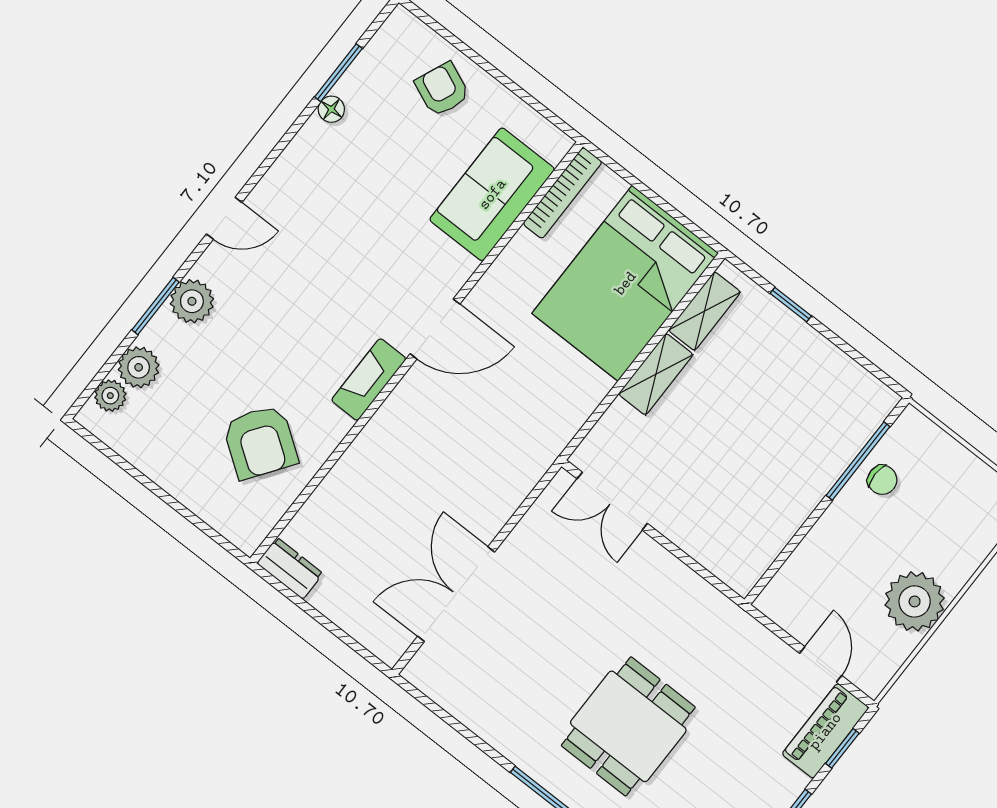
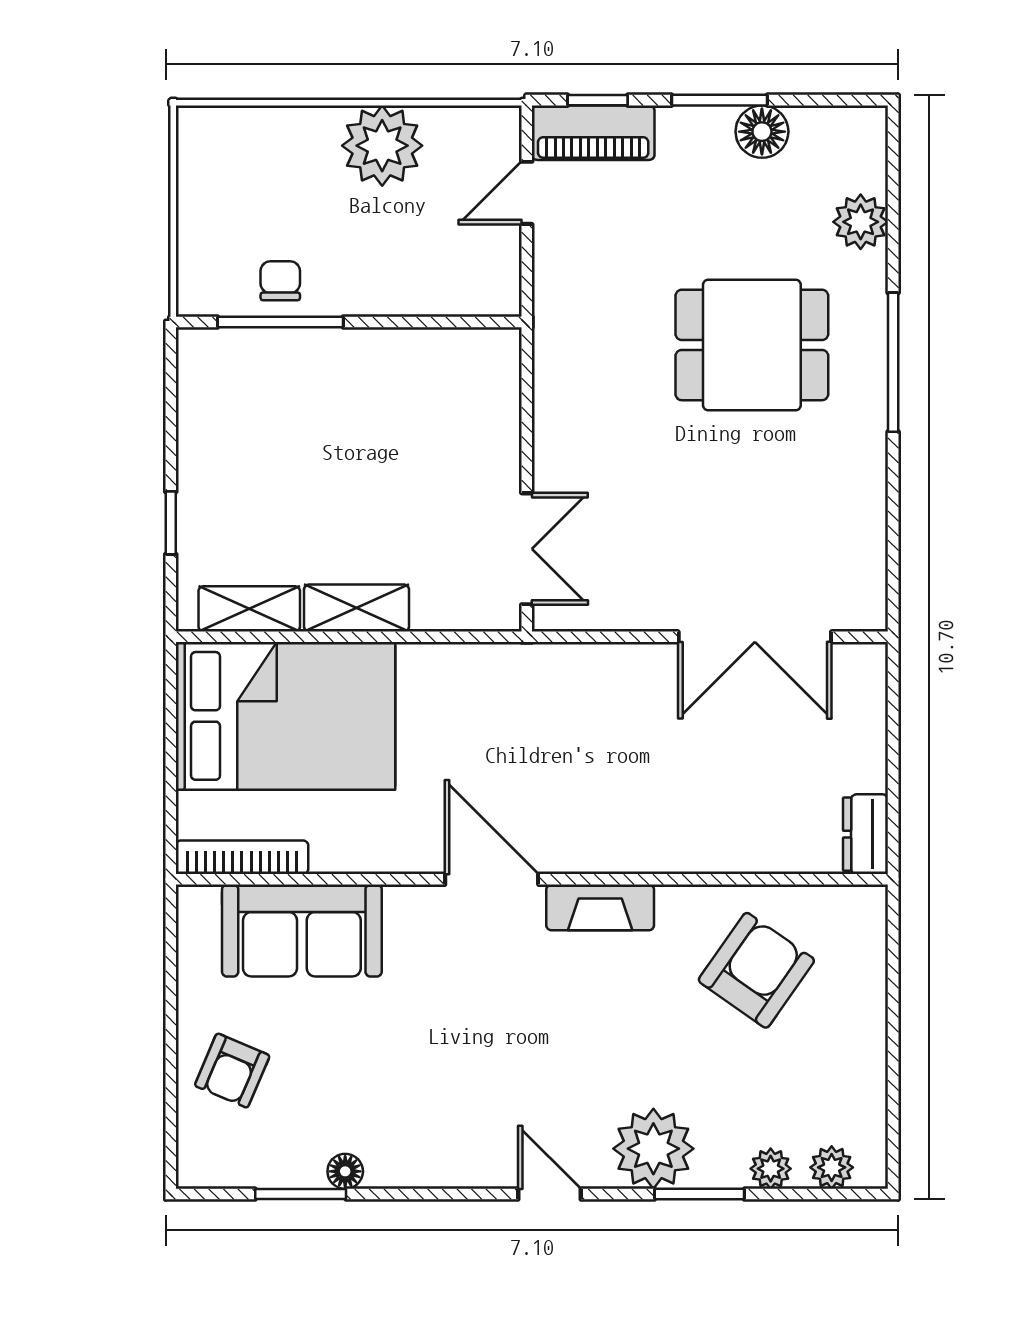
plant: (192, 301) -> (653, 1149), width x1.36, depth x1.36
plant: (139, 367) -> (771, 1169), width x0.73, depth x0.73

